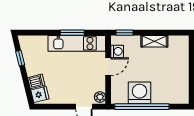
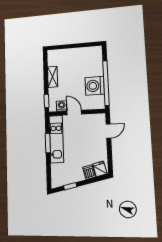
plant: (100, 97) -> (100, 118), removed

